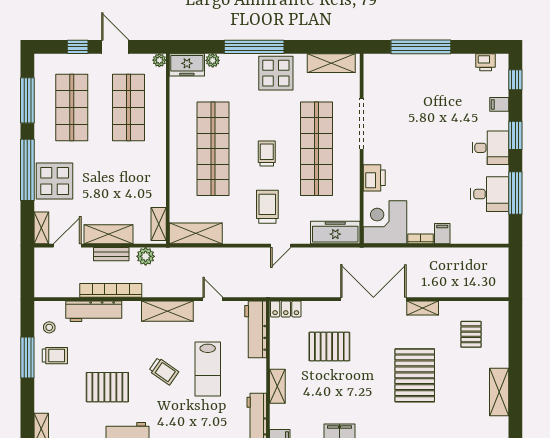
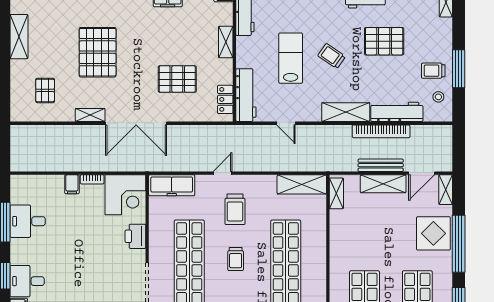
desk: (490, 148) -> (27, 281), moved
bench: (111, 254) -> (381, 165), width x1.36
plant: (146, 256) -> (349, 163), removed
locker: (286, 309) -> (225, 99), moved, turned -90
shelving: (167, 311) -> (346, 112), moved

